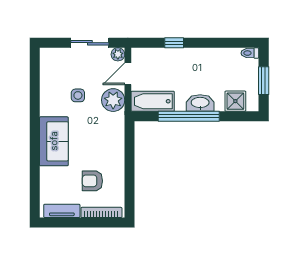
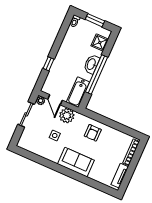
armchair: (92, 181) -> (93, 133), moved

